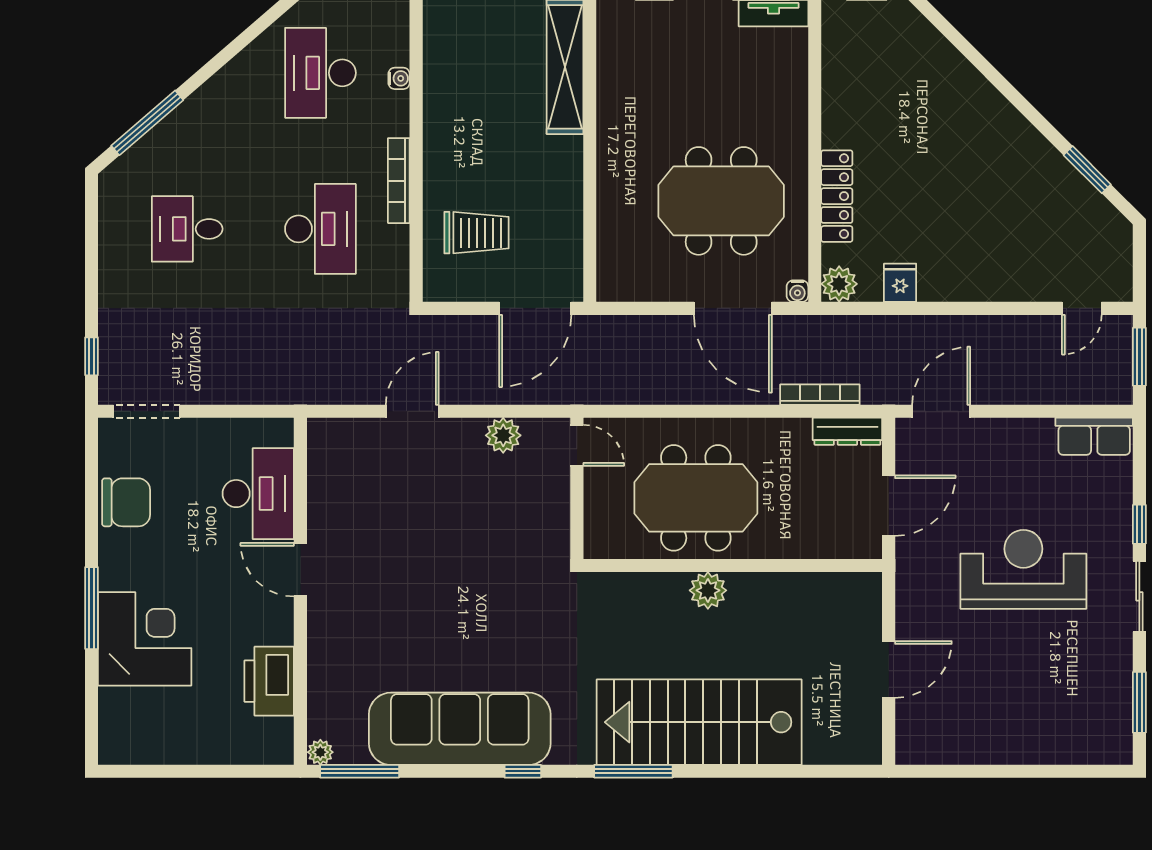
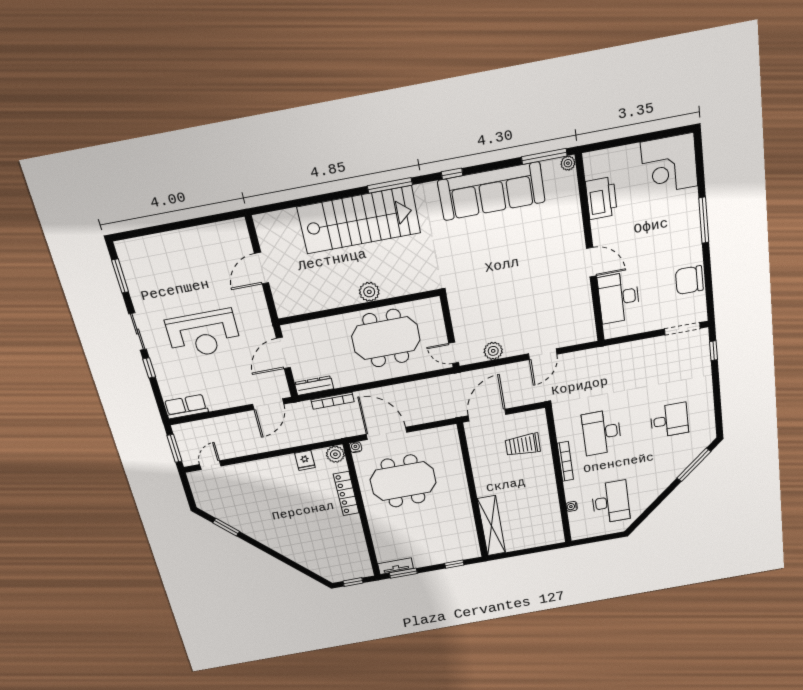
corner desk: (145, 639) -> (669, 164), moved

